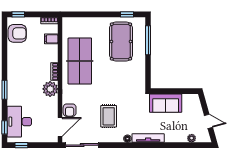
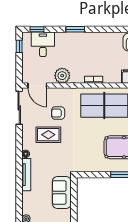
plant: (50, 89) -> (62, 76), moved
armchair: (70, 110) -> (58, 113), moved
desk: (19, 122) -> (43, 44), width x0.73

